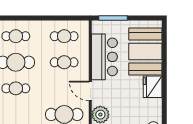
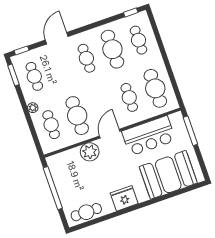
cafe table: (64, 36) -> (155, 88), width x1.37, depth x1.35
fridge: (153, 87) -> (124, 198), moved

